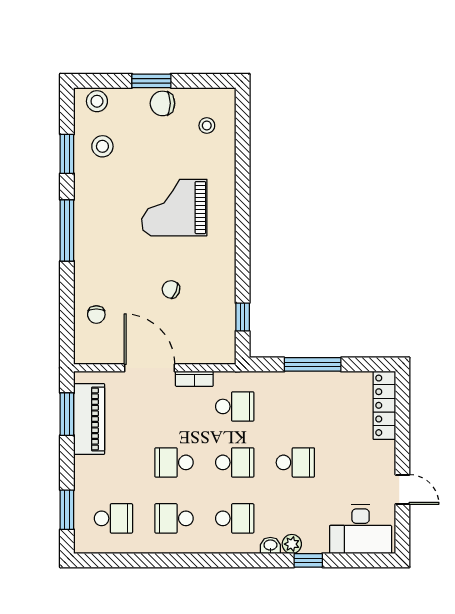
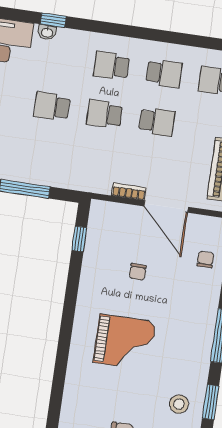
stool: (207, 126) -> (86, 409), removed
chair: (171, 289) -> (138, 272), turned 70
school desk: (235, 406) -> (97, 162), removed
plant: (292, 544) -> (65, 36), removed
washbasin: (270, 546) -> (47, 32), moved

